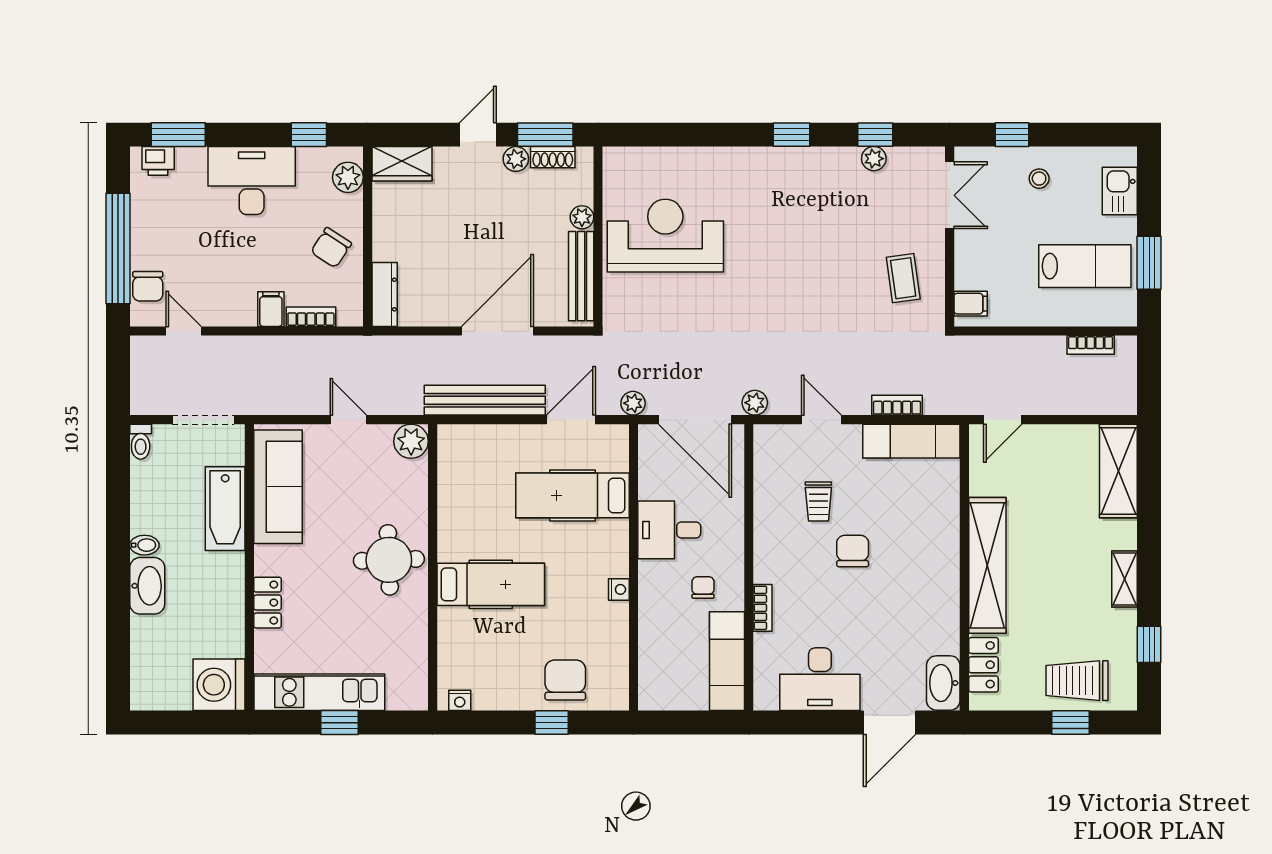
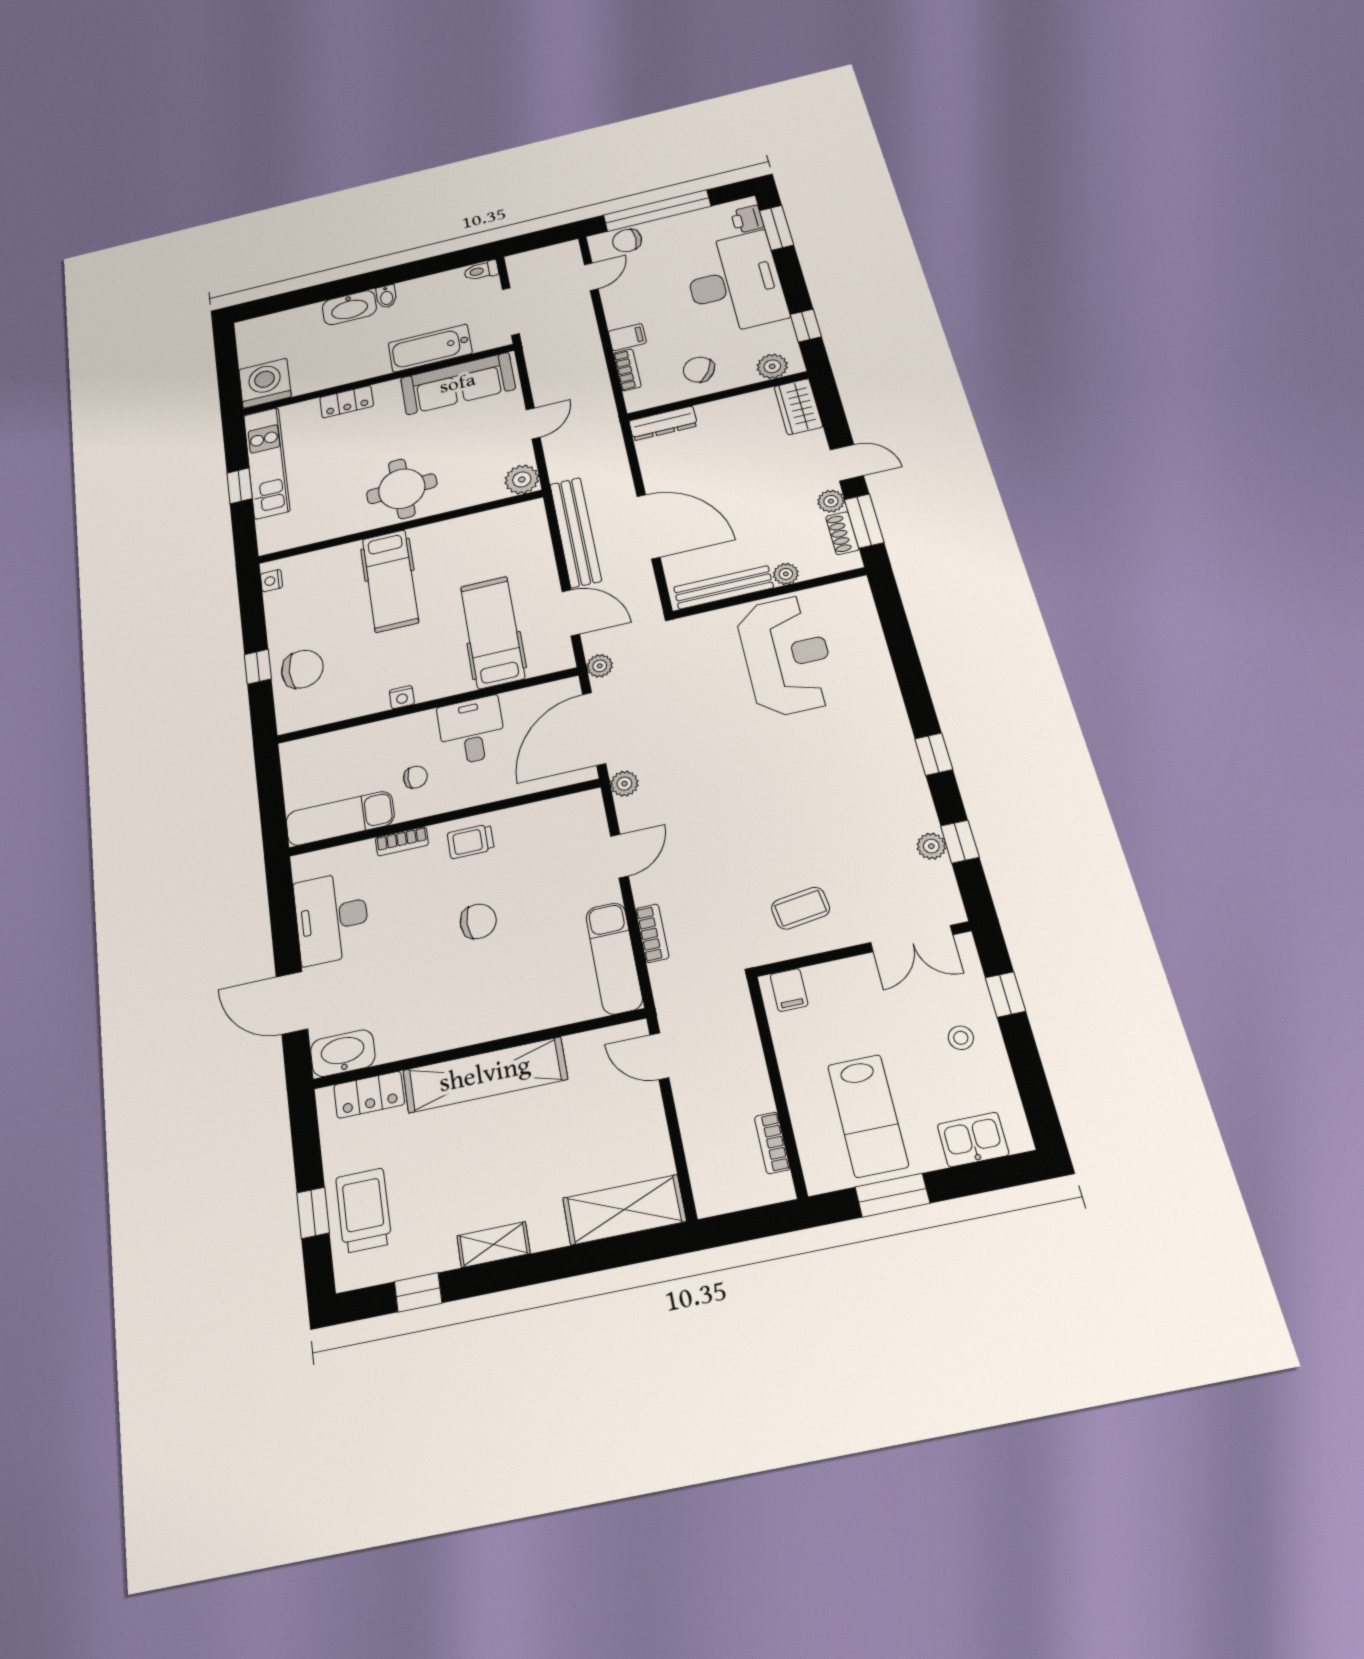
desk: (252, 181) -> (735, 283), width x1.36, depth x1.30
trolley: (818, 502) -> (471, 841), moved

